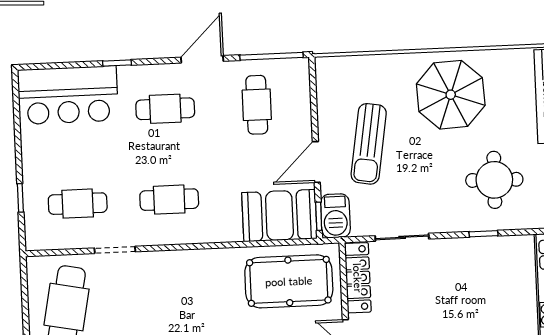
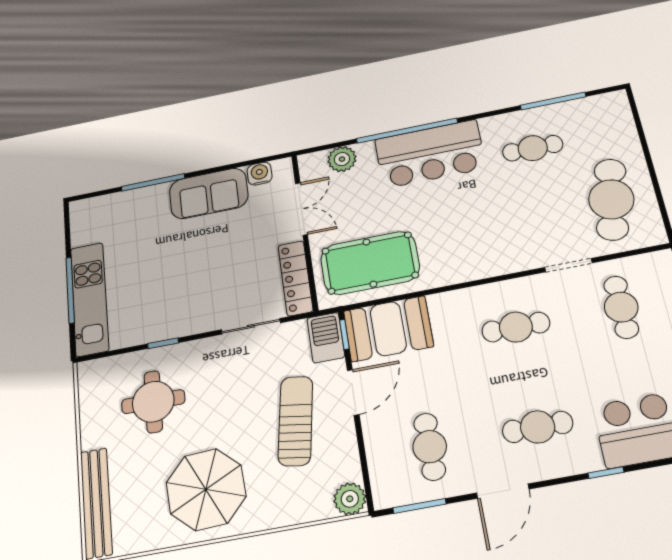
window: (271, 56) -> (419, 506), width x0.69
plant: (328, 70) -> (350, 499), added
cafe table: (78, 204) -> (621, 307), turned 90

